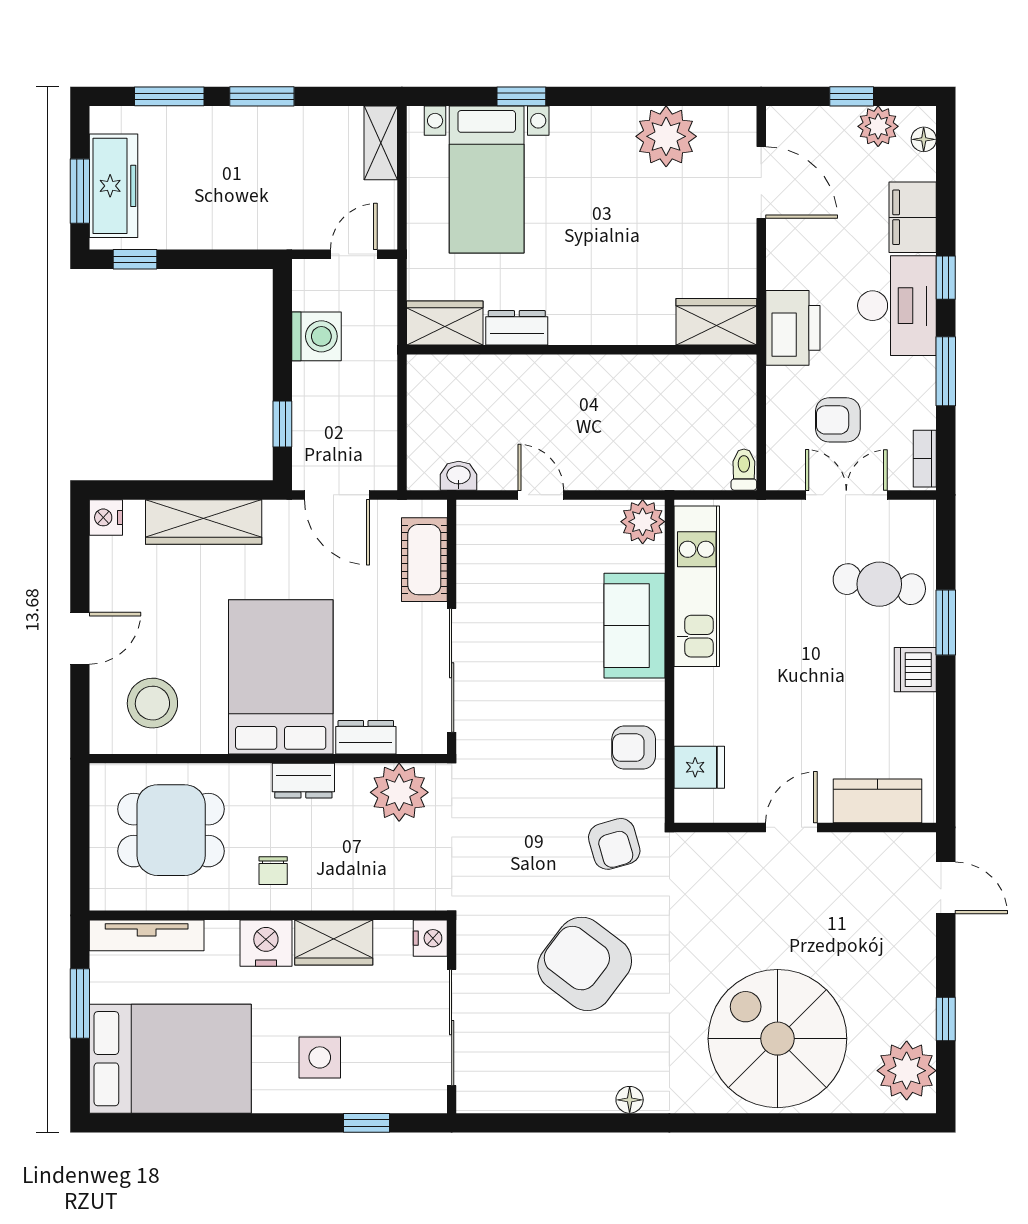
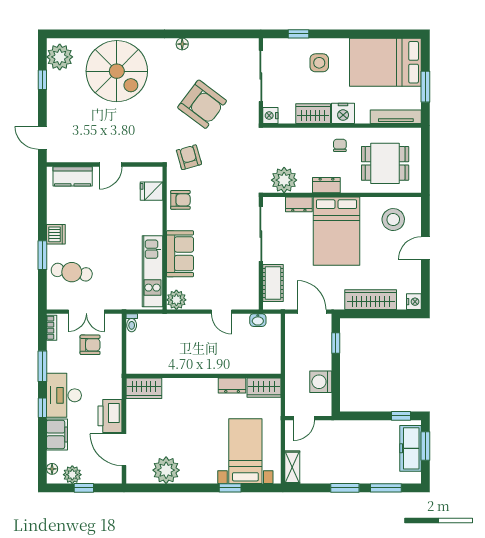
printer: (793, 328) -> (110, 416), moved

